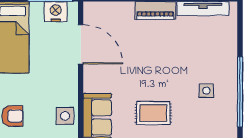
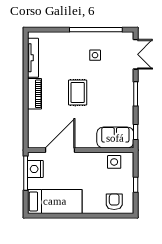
rug: (153, 113) -> (78, 92), moved

